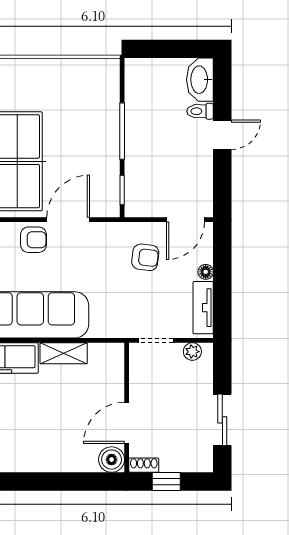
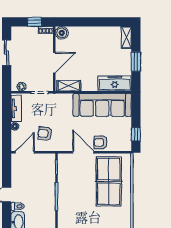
door: (68, 220) -> (83, 152), swing flipped
shelving: (64, 353) -> (69, 86), moved
door: (127, 423) -> (54, 63), moved

